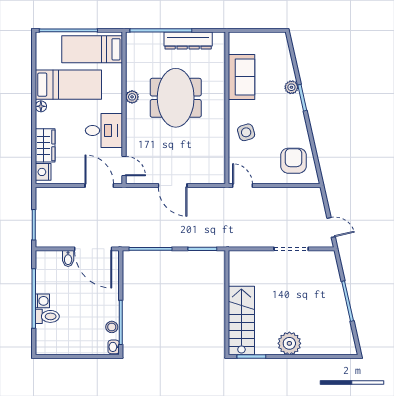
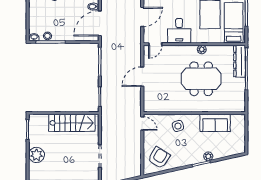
dresser: (188, 41) -> (240, 61), moved
armchair: (293, 161) -> (159, 158), turned -58
door: (99, 186) -> (142, 17), moved
door: (242, 186) -> (142, 123), hinge flipped
stairs: (241, 321) -> (72, 123), moved

